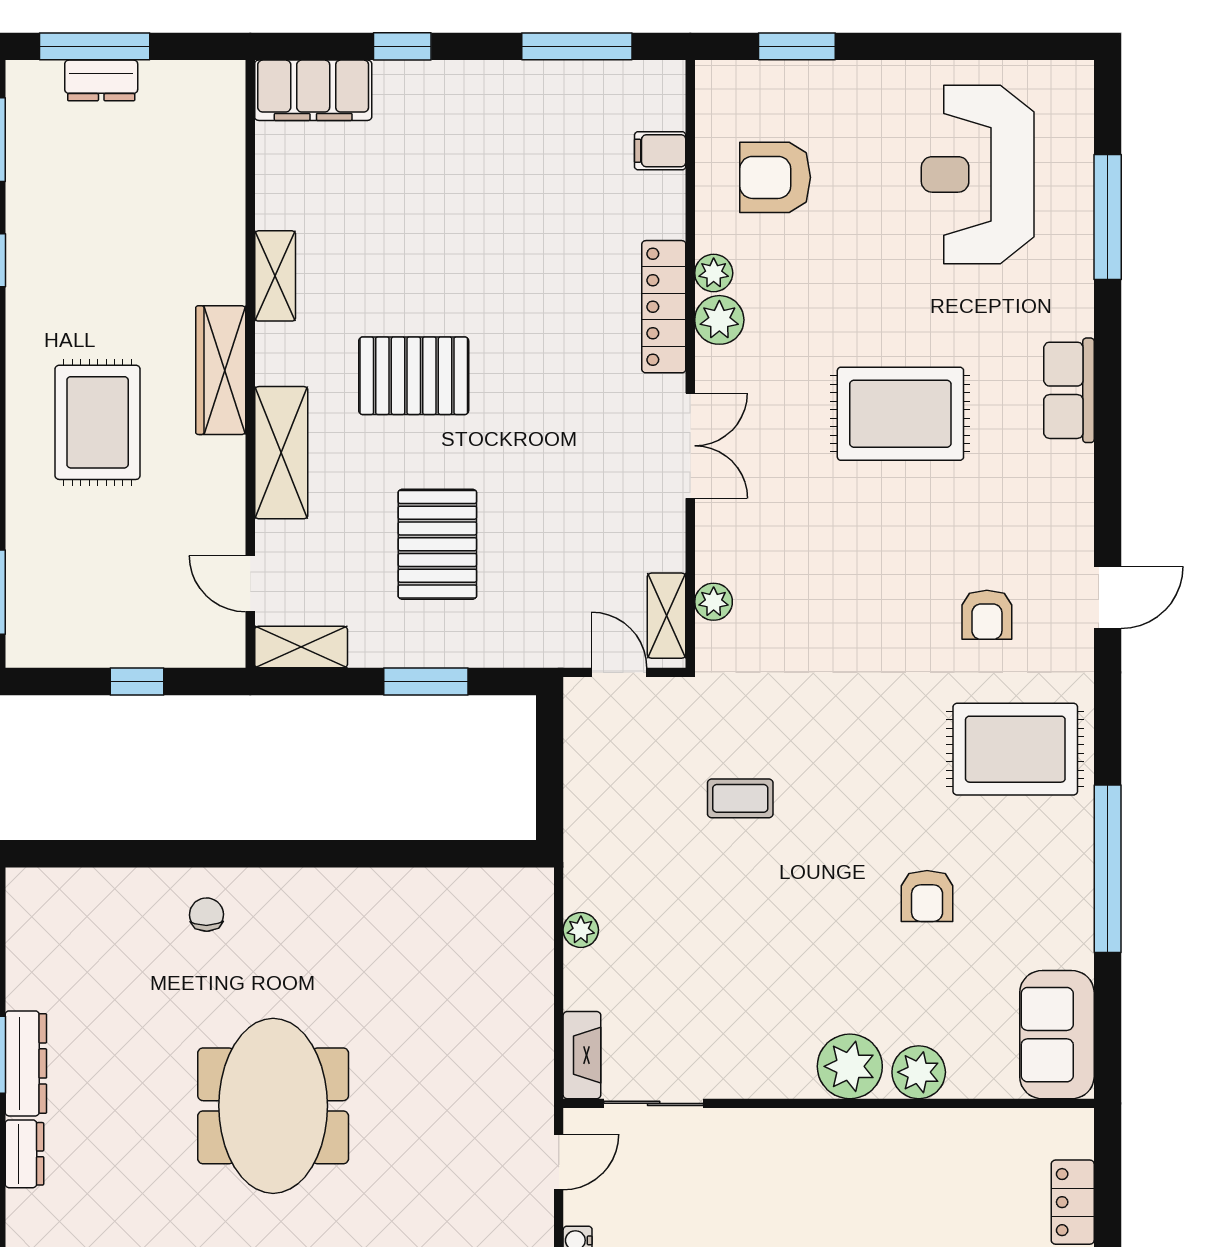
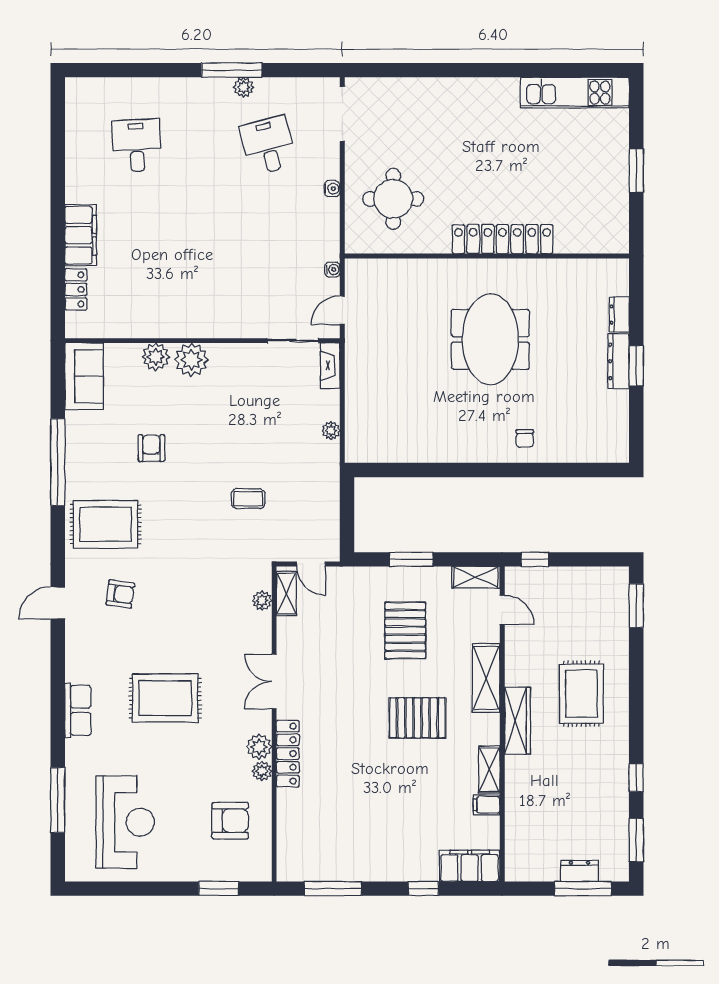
filing cabinet: (660, 151) -> (487, 805), moved, turned 180
armchair: (987, 615) -> (120, 594), turned 98
window: (137, 681) -> (535, 559), moved

